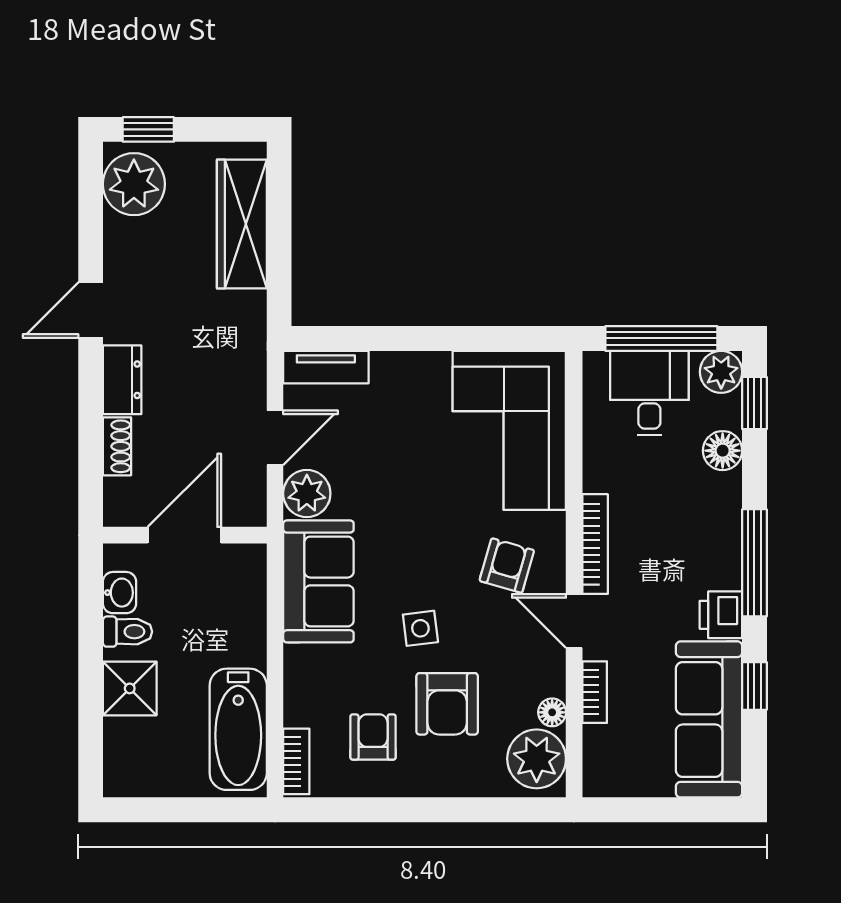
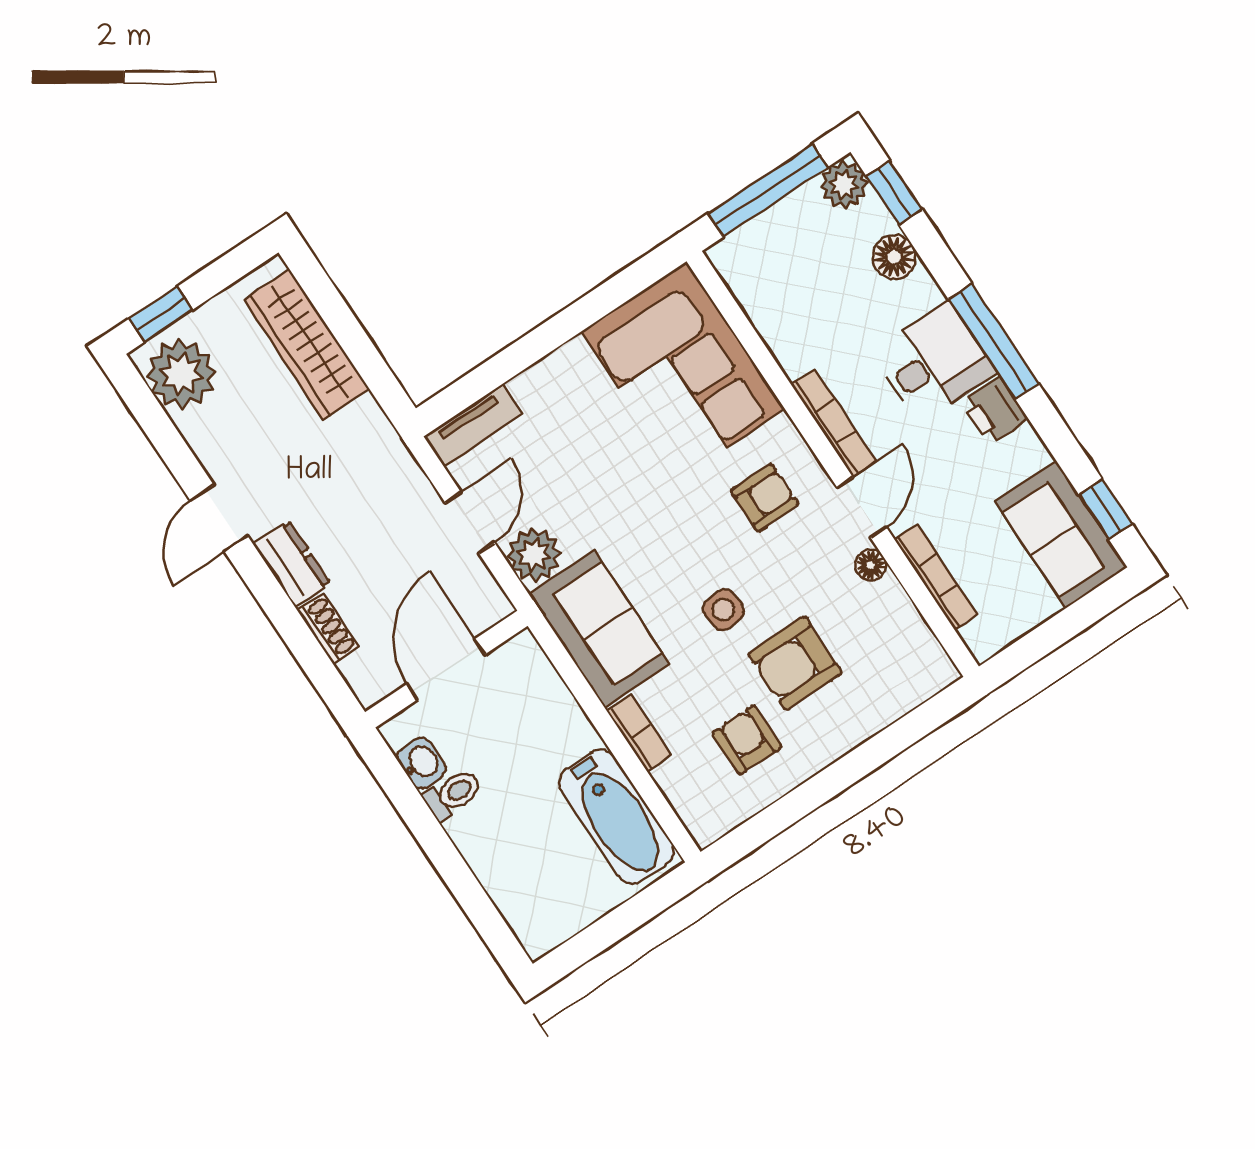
desk: (649, 393) -> (934, 362), moved, turned 90
armchair: (507, 566) -> (765, 498), turned 74
door: (574, 621) -> (862, 507), swing flipped
window: (754, 686) -> (1105, 509), moved
shower: (130, 688) -> (490, 846), removed
bookcase: (595, 692) -> (936, 577), width x1.56
armchair: (447, 704) -> (795, 663), turned 90
floor lamp: (552, 712) -> (871, 565), moved
sofa: (709, 719) -> (1061, 535), width x0.73
plant: (537, 759) -> (912, 659), removed
bookcase: (296, 761) -> (639, 733), moved

